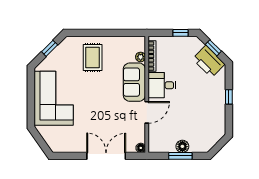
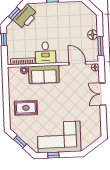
window: (31, 90) -> (53, 155), added
door: (147, 112) -> (77, 63), moved
double door: (106, 156) -> (103, 94), width x0.73
window: (180, 156) -> (101, 46), moved

